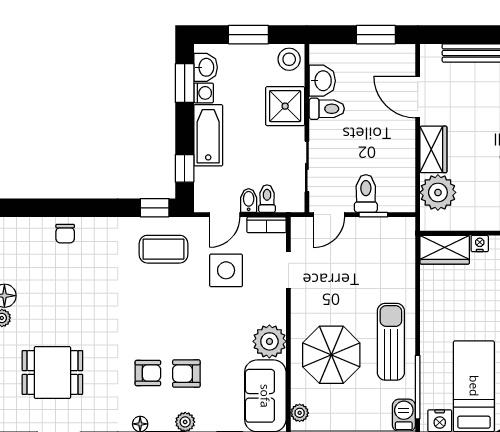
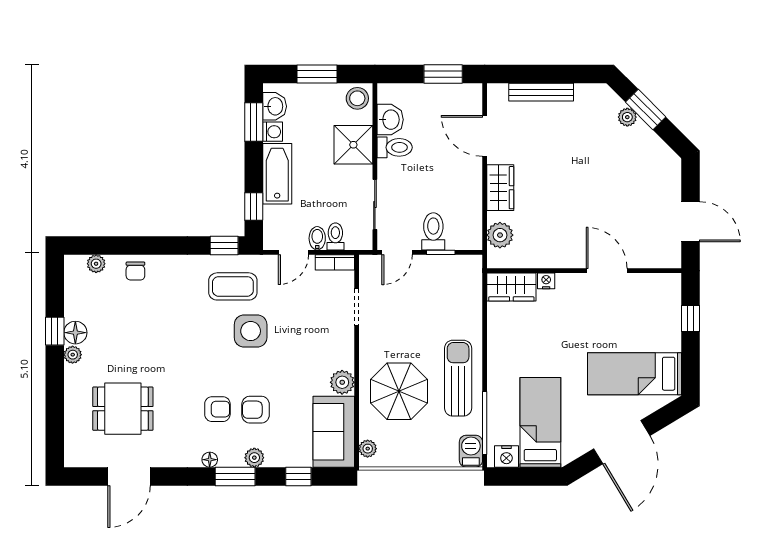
plant: (438, 192) -> (500, 235), width x0.73, depth x0.73
plant: (25, 226) -> (96, 264), added
side table: (226, 270) -> (251, 331), moved
plant: (269, 341) -> (342, 382), width x0.73, depth x0.73

